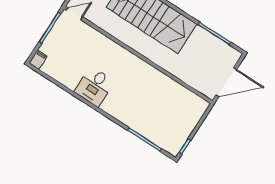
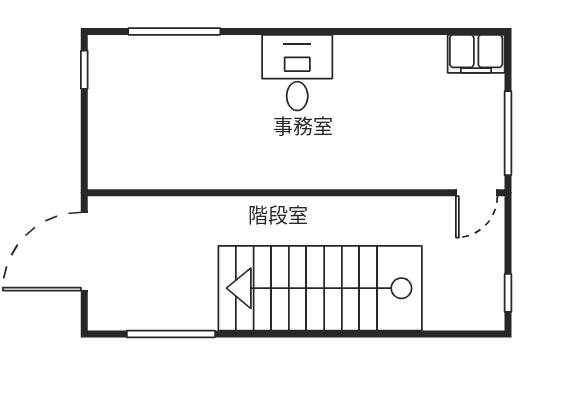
filing cabinet: (38, 60) -> (476, 54), width x2.00
desk: (94, 87) -> (297, 73), moved

